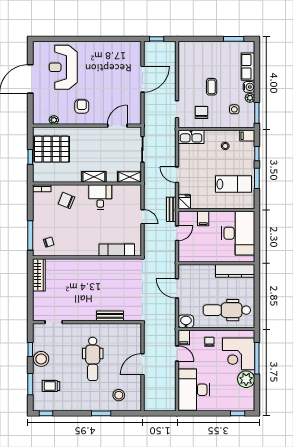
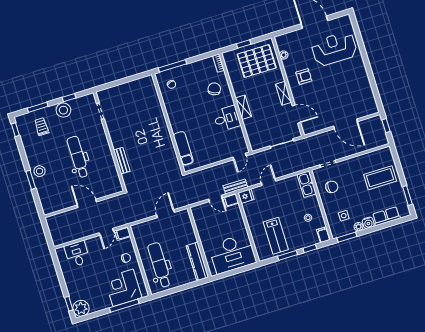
coffee table: (212, 87) -> (380, 178), moved, width x1.86, depth x1.72
pallet: (52, 149) -> (257, 61), turned 90
shelving: (129, 177) -> (284, 93), moved
door: (142, 217) -> (240, 156), moved
filing cabinet: (203, 218) -> (231, 200), moved
wardrobe: (39, 275) -> (139, 85), removed
washbasin: (186, 321) -> (138, 231), removed
dental chair: (93, 359) -> (78, 157), turned 90
plant: (246, 379) -> (81, 308), moved
desk: (194, 390) -> (77, 254), width x0.53, depth x0.77
stool: (119, 395) -> (40, 171), moved

